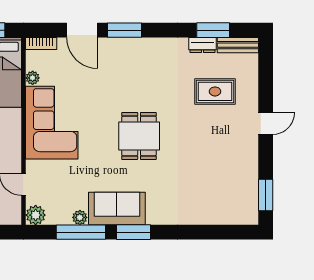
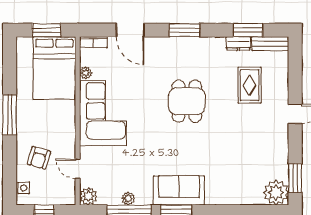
window: (124, 30) -> (185, 30), moved
rug: (215, 91) -> (250, 85), turned 90
dining table: (139, 136) -> (187, 101), moved
sofa: (117, 209) -> (179, 190), moved
plant: (244, 211) -> (276, 192), added

